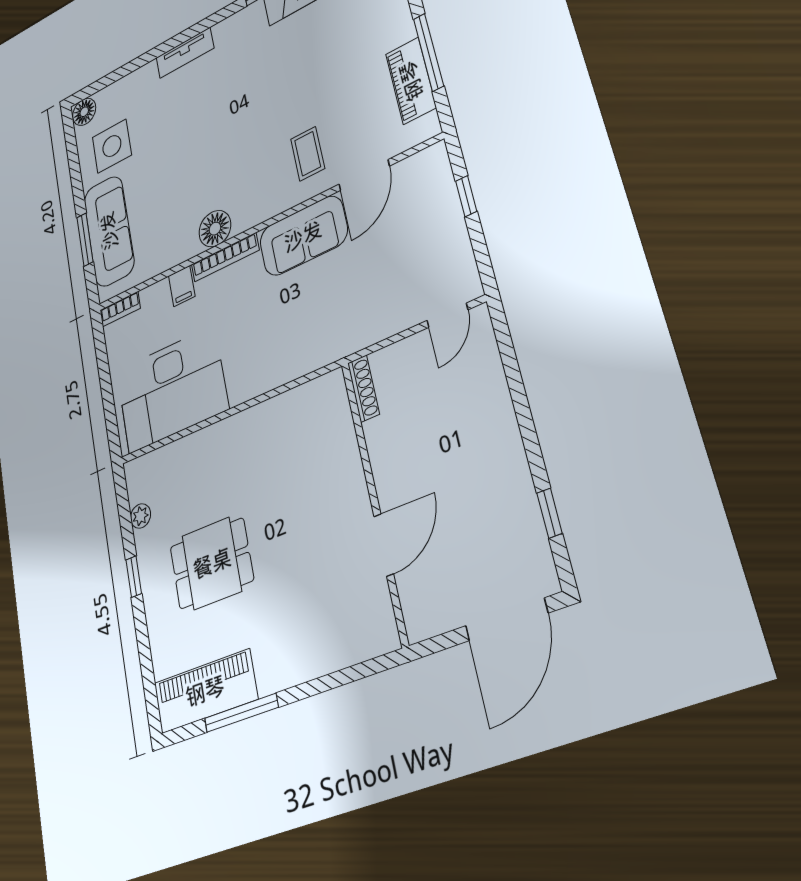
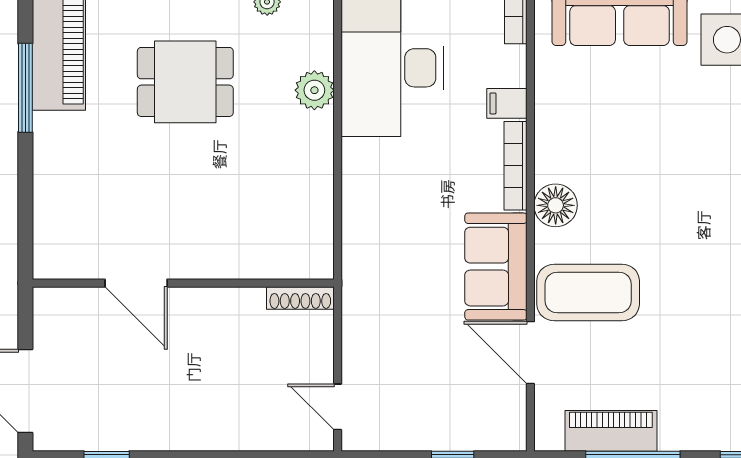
coffee table: (308, 154) -> (588, 293), width x1.86, depth x1.72
floor lamp: (215, 229) -> (556, 205), moved
plant: (199, 447) -> (314, 90), added
dining table: (212, 563) -> (185, 82), turned 90

